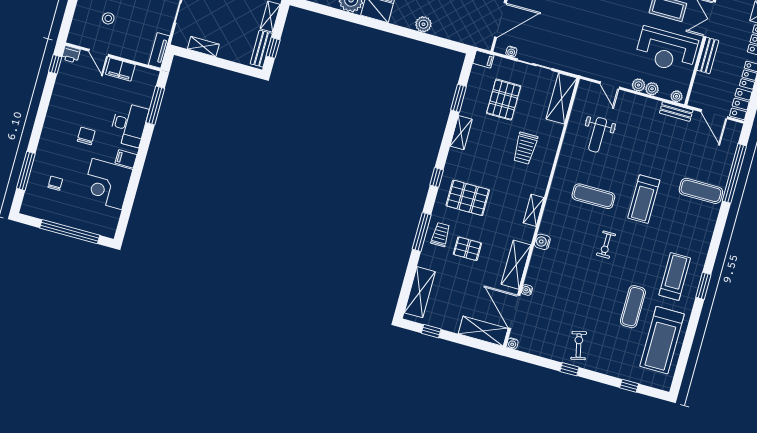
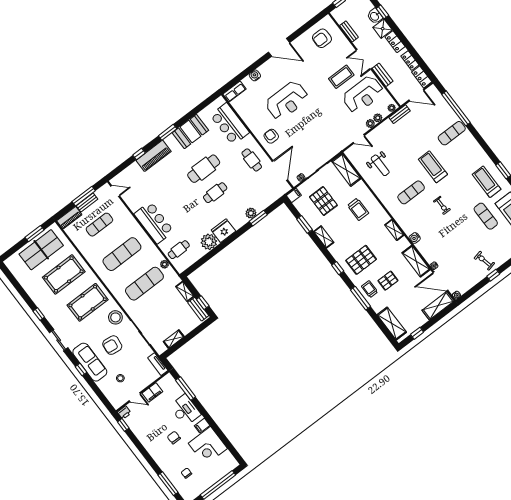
window: (424, 37) -> (258, 218), added
treadmill: (644, 199) -> (433, 167), turned 180

